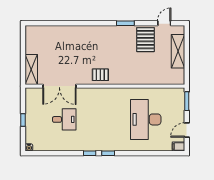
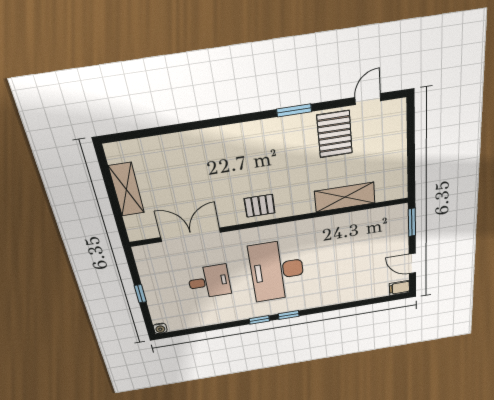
shelving: (178, 51) -> (345, 197), moved, turned 90
shelving: (31, 69) -> (126, 189), moved
double door: (59, 86) -> (191, 235), swing flipped
desk: (146, 119) -> (277, 271), moved
door: (187, 130) -> (412, 263), hinge flipped

